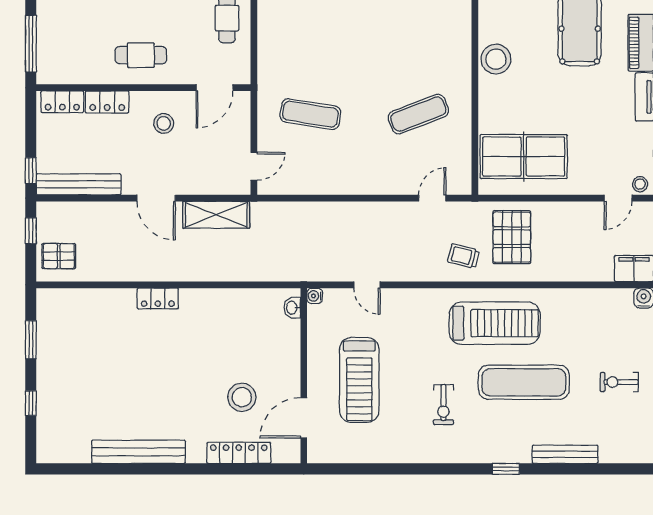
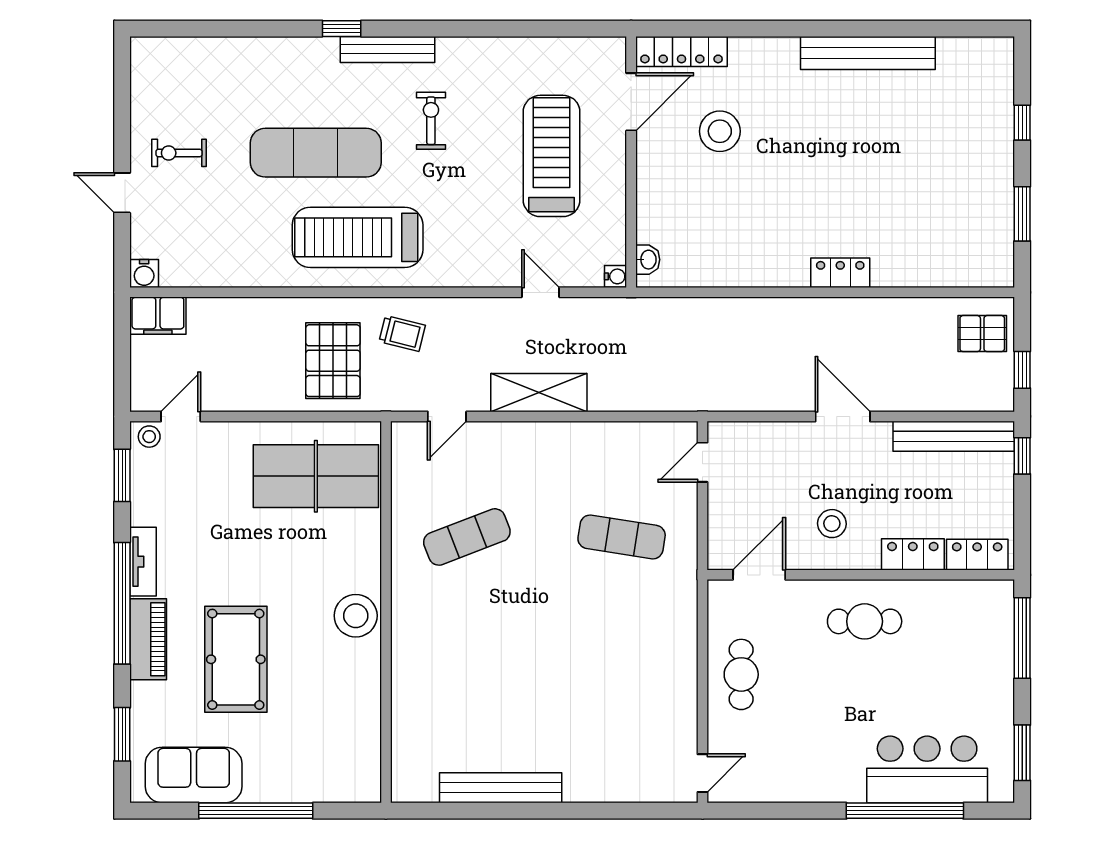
shelving: (216, 215) -> (539, 393), moved
exercise bike: (619, 382) -> (179, 153), turned 180
locker: (239, 453) -> (682, 51), moved
bench: (565, 454) -> (388, 49), moved

